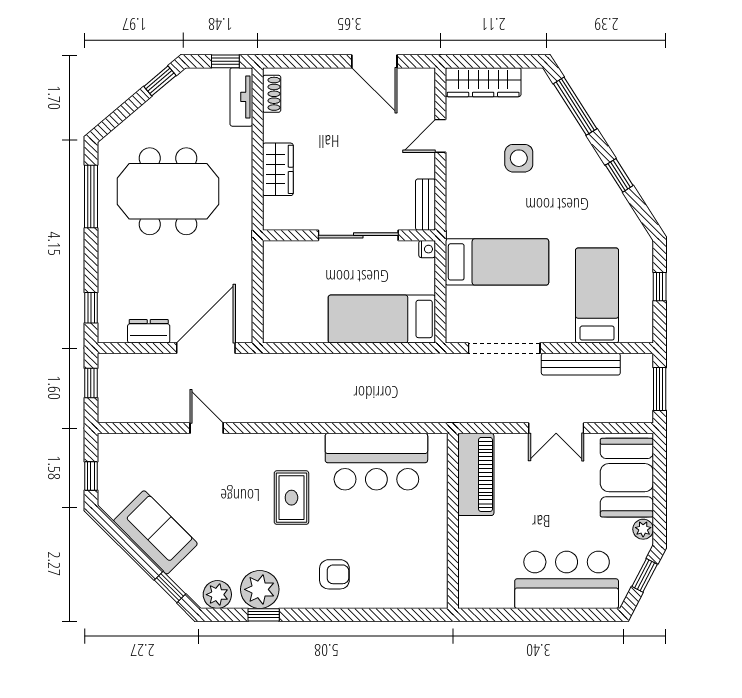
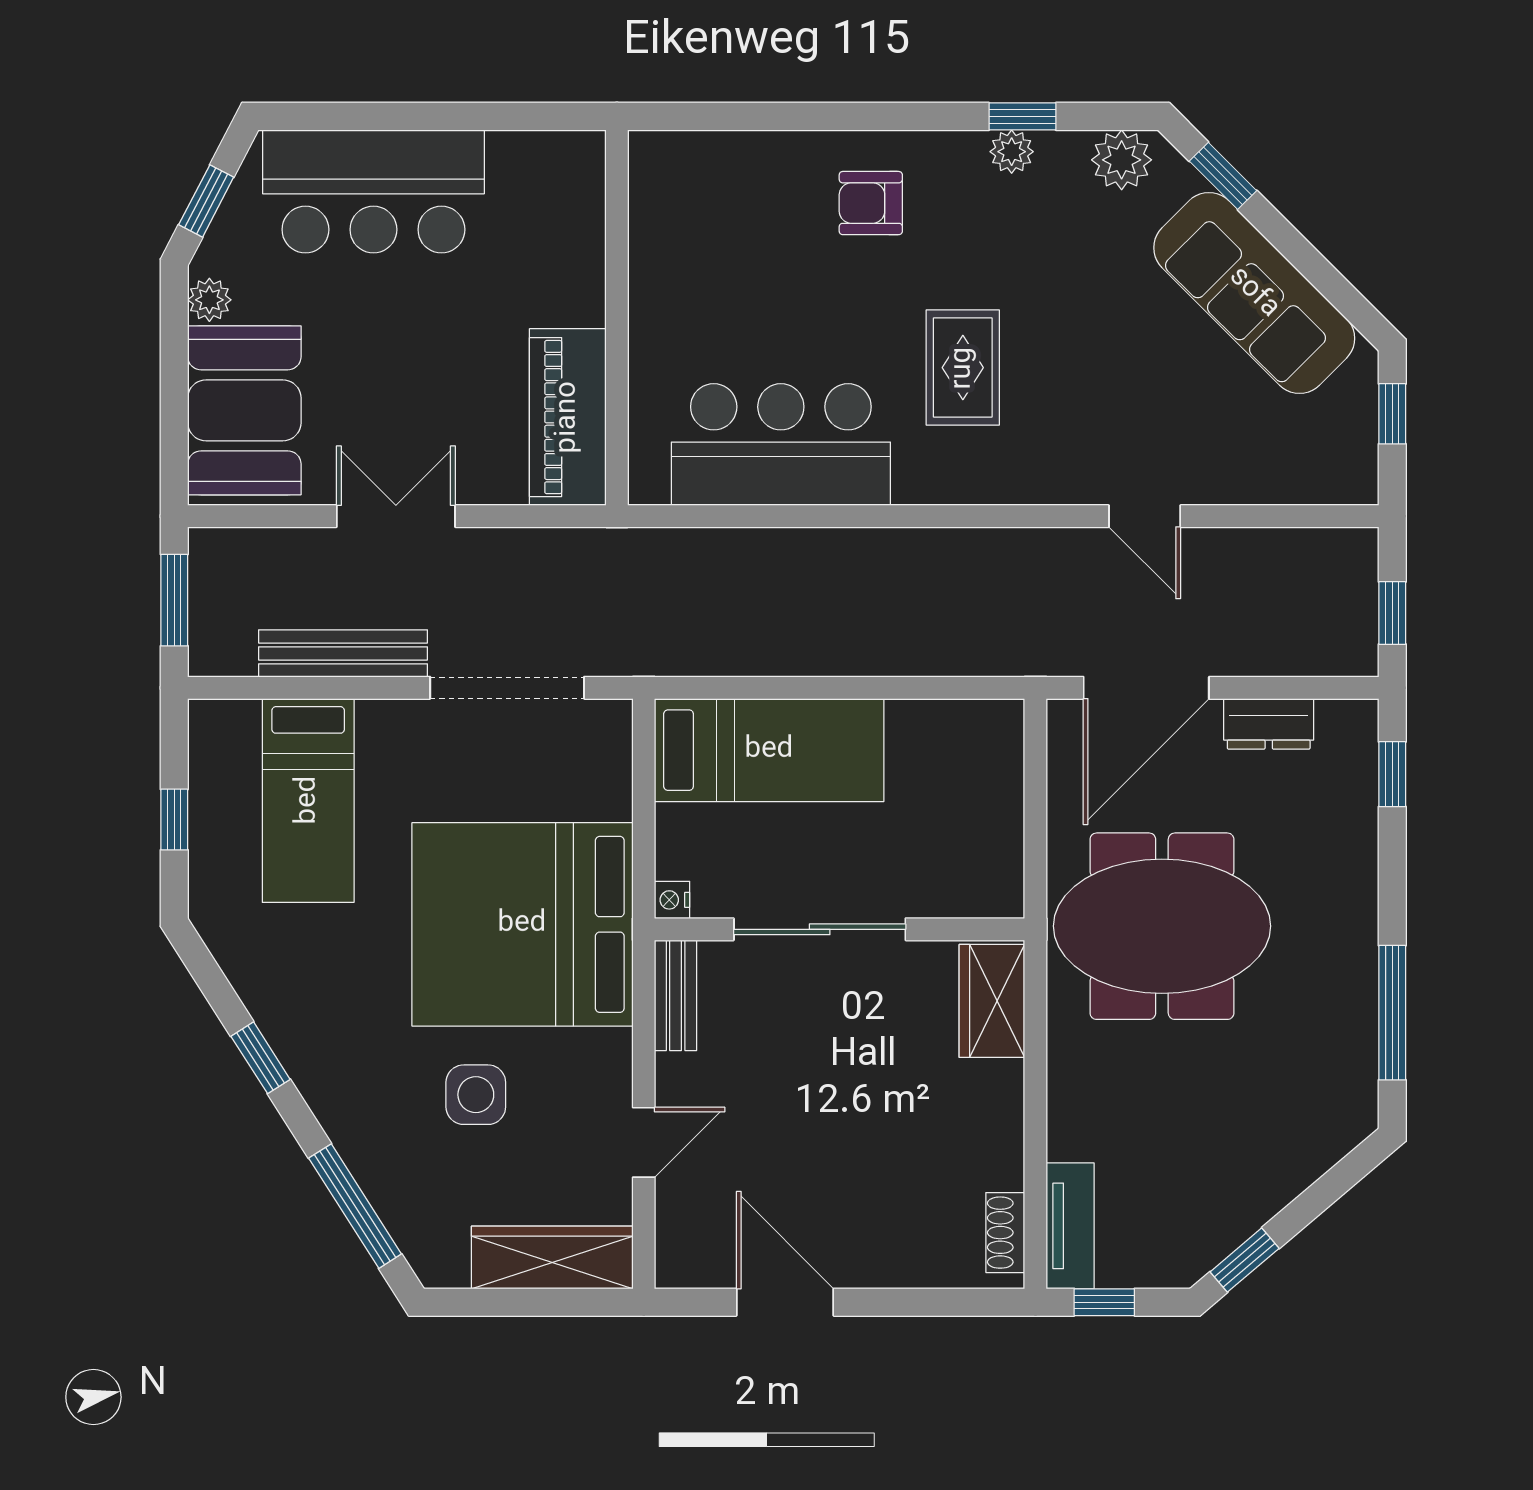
wardrobe: (278, 169) -> (992, 1001), moved
meeting table: (168, 191) -> (1162, 926), moved
bed: (497, 262) -> (522, 924), width x2.04
sofa: (155, 532) -> (1254, 293), width x1.36
plant: (260, 589) -> (1012, 152), width x0.53, depth x0.53

